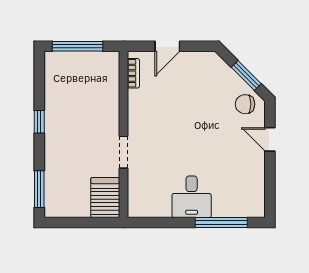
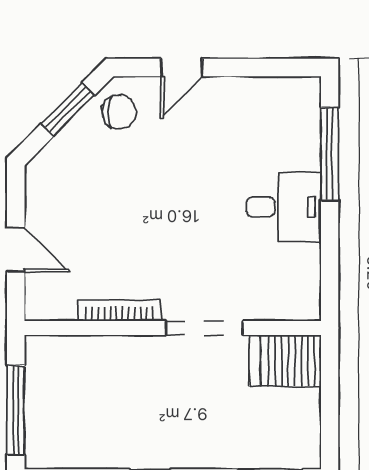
bookcase: (133, 73) -> (119, 311), moved, width x1.56
chair: (245, 104) -> (119, 112), turned -90
doorway: (124, 152) -> (204, 328), width x1.38

